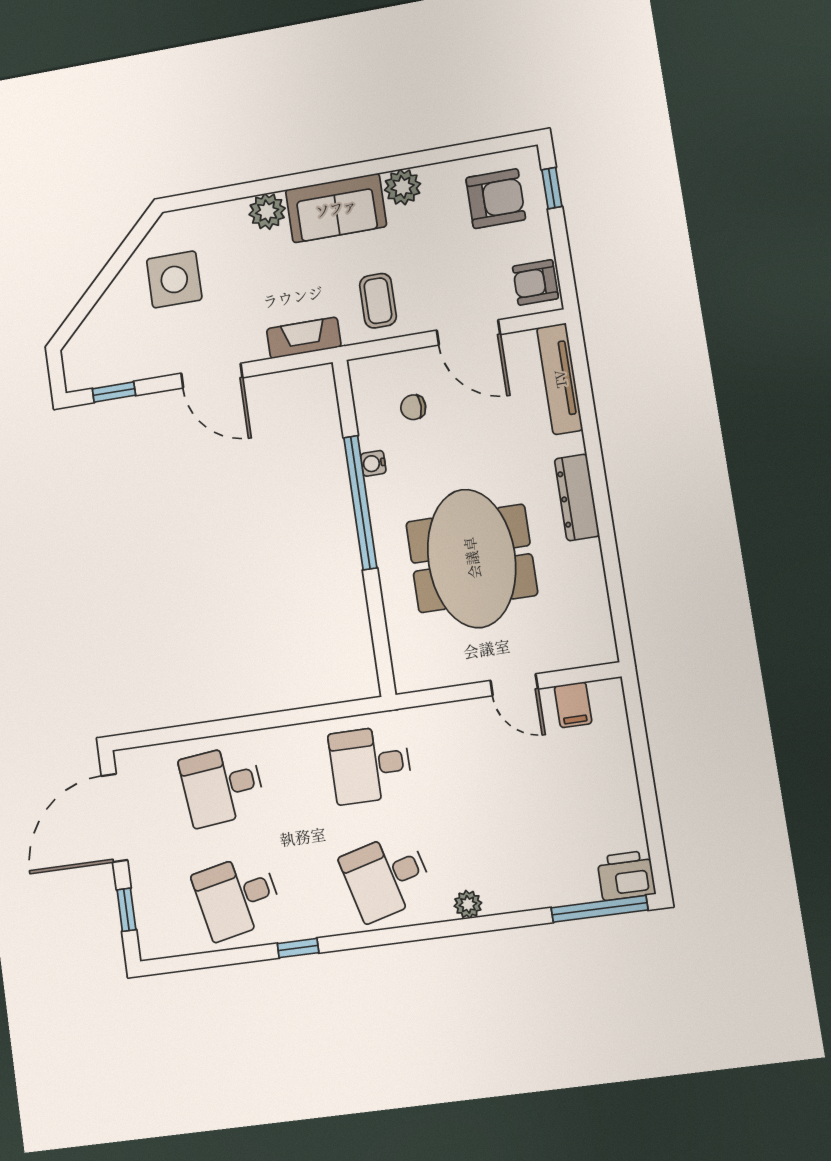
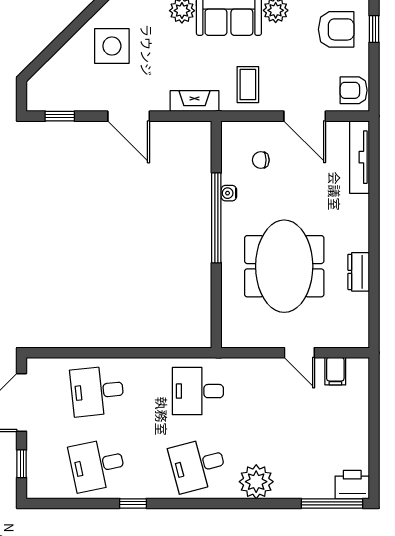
dresser: (577, 497) -> (359, 272), moved, width x0.70
plant: (468, 904) -> (256, 482), width x1.88, depth x1.88

